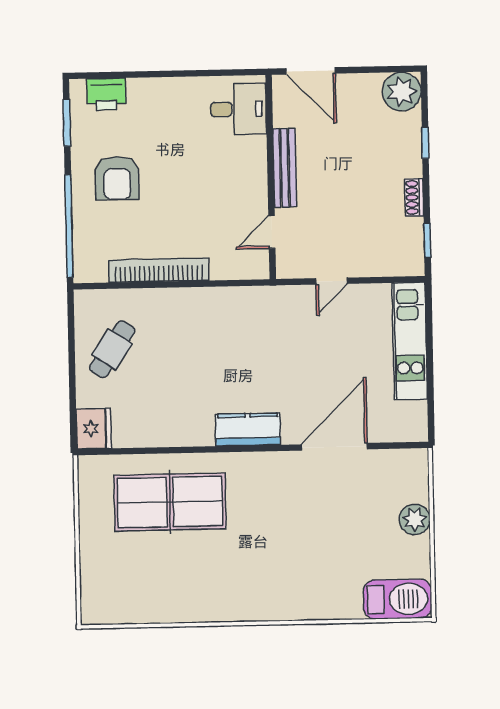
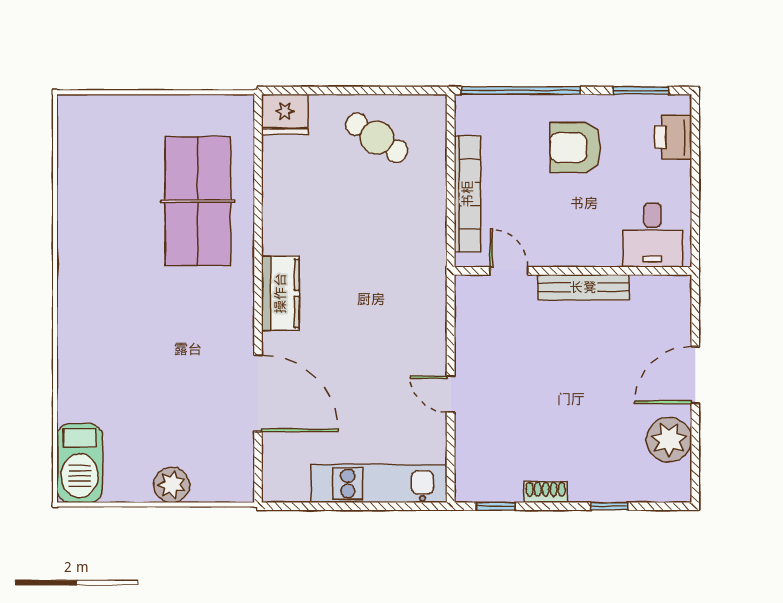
plant: (402, 91) -> (669, 440), moved
desk: (238, 109) -> (653, 235), moved
bench: (285, 168) -> (583, 287), moved
wall: (271, 177) -> (573, 271), moved
door: (272, 232) -> (509, 271), moved

